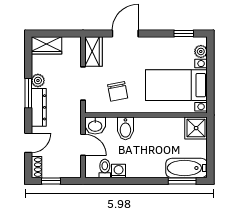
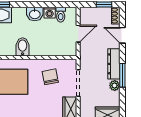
washbasin: (95, 126) -> (35, 14), moved, turned 180
bidet: (125, 128) -> (23, 47), moved
door: (28, 143) -> (122, 35), hinge flipped
door: (83, 145) -> (78, 34), swing flipped

